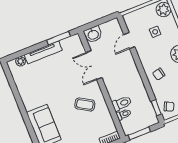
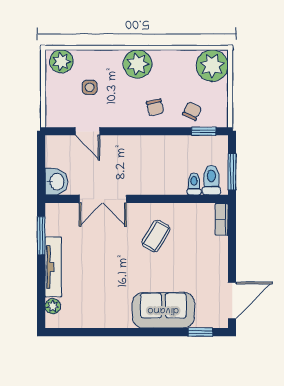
toilet: (122, 103) -> (211, 180), moved
chair: (169, 107) -> (192, 111), moved

